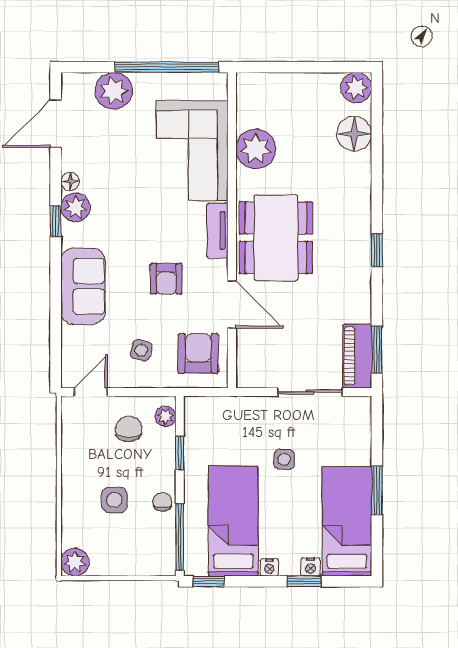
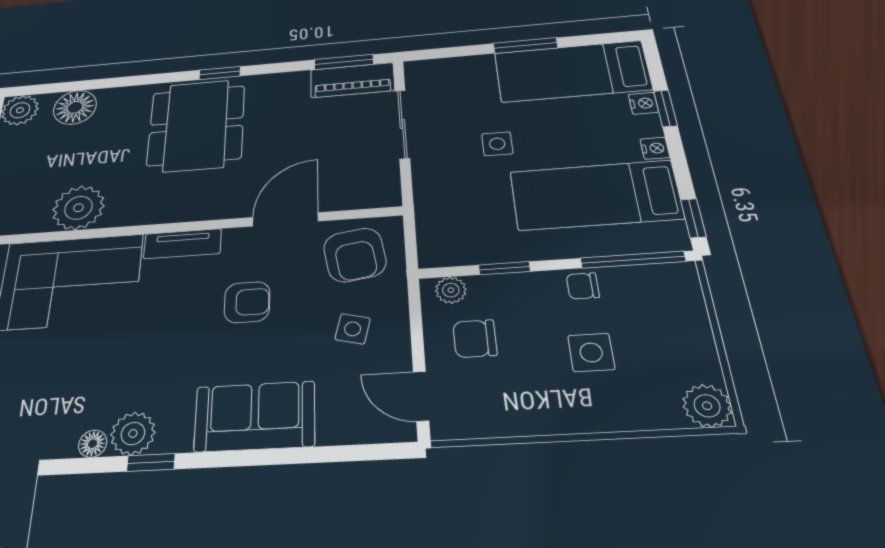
dining table: (276, 238) -> (196, 125), moved, turned 90
armchair: (198, 353) -> (355, 255), turned -99

